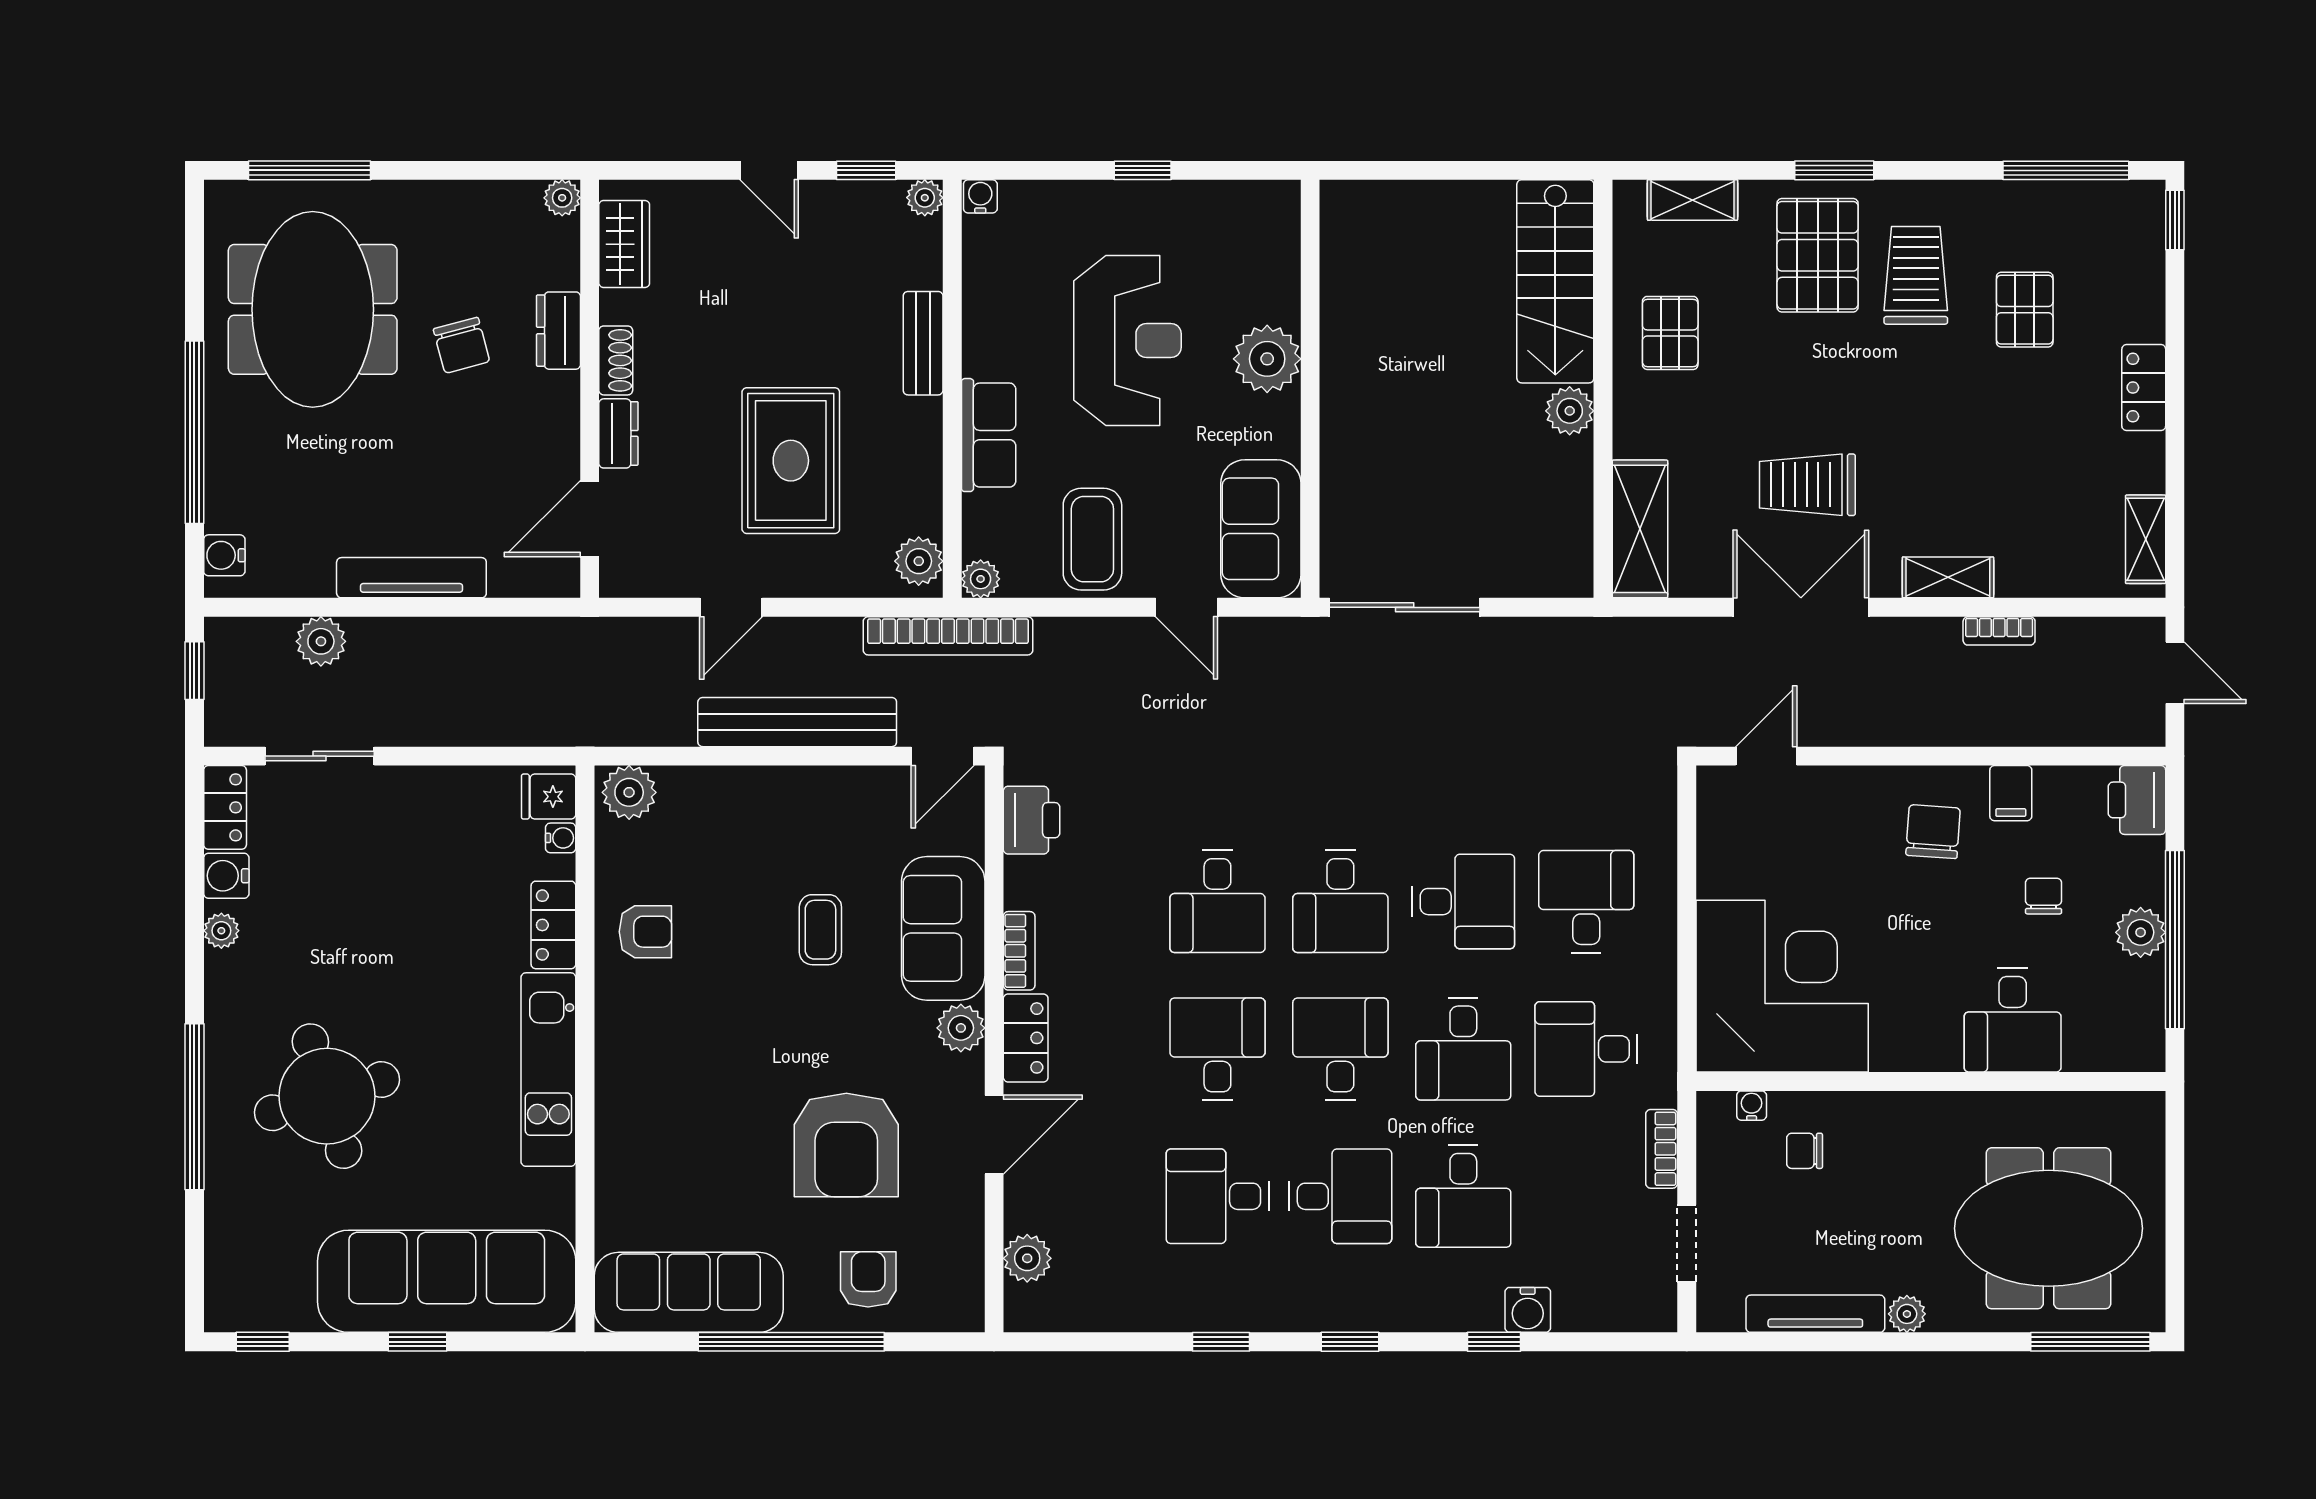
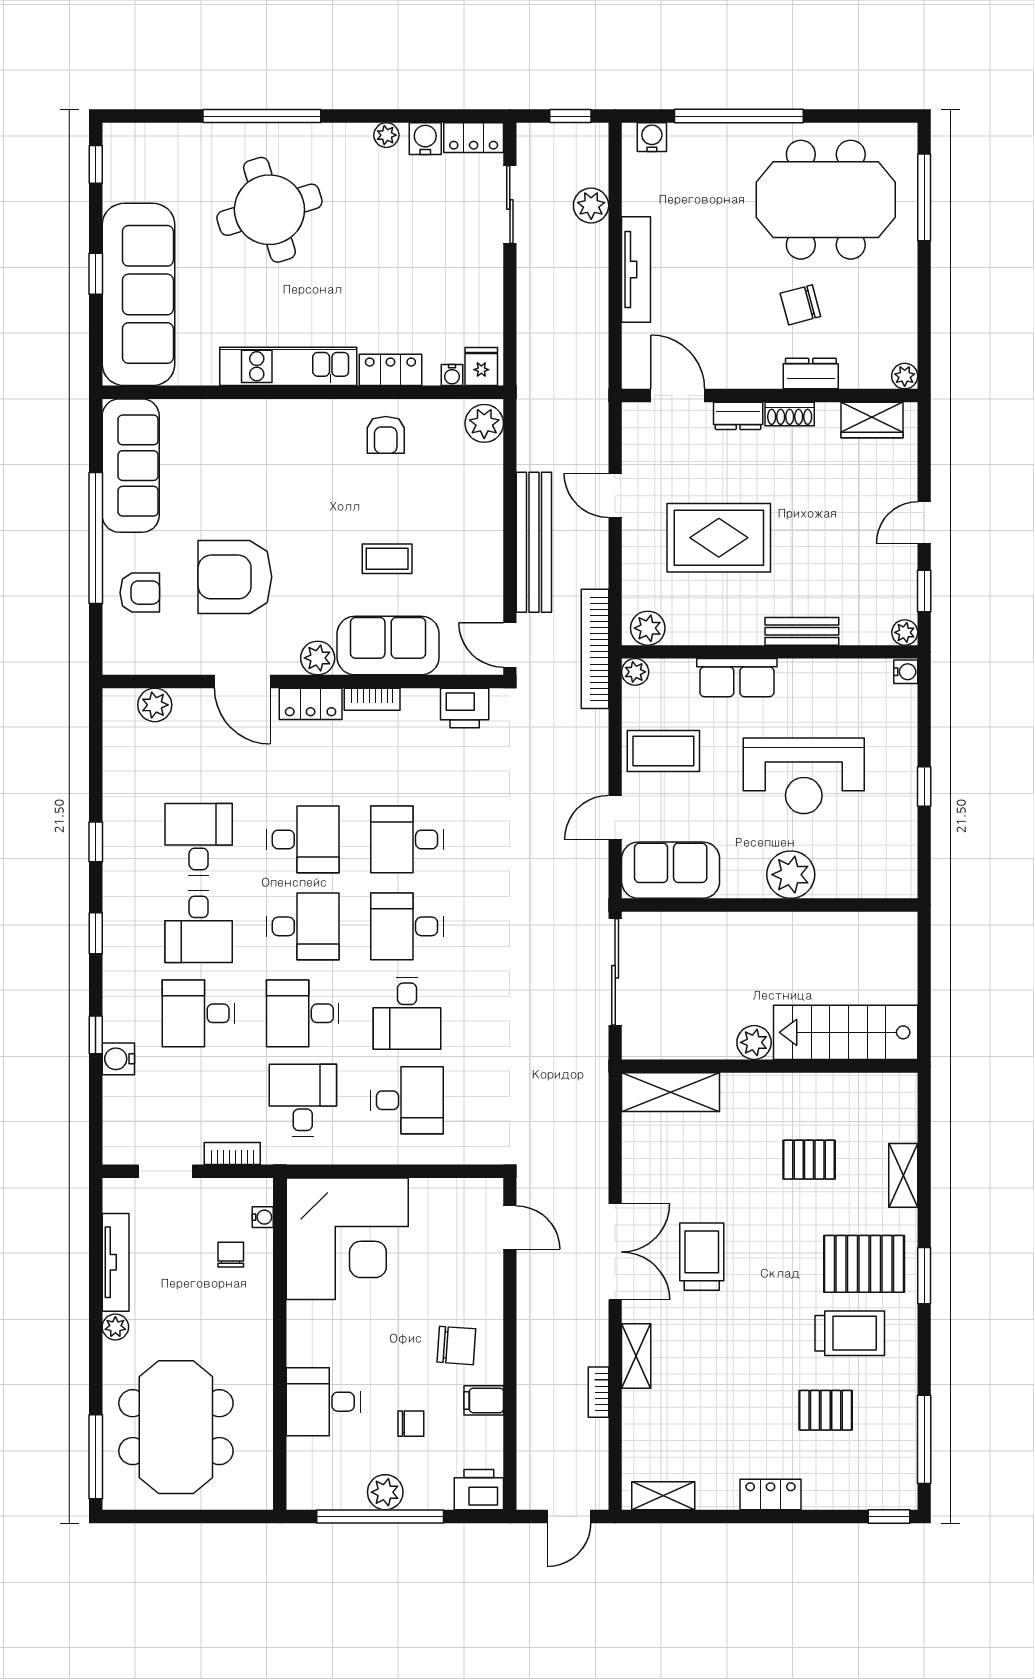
stairs: (1555, 281) -> (846, 1032), moved
wall: (1603, 389) -> (770, 1066), moved
plant: (1570, 411) -> (754, 1042), moved
shelving: (1640, 529) -> (671, 1092), moved

